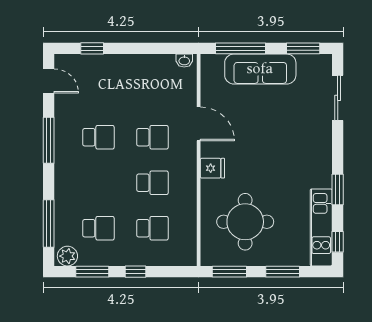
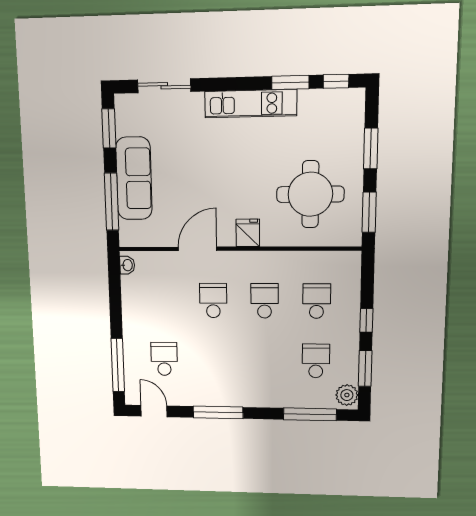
window: (92, 48) -> (118, 365), width x2.17
door: (49, 81) -> (154, 411), hinge flipped
school desk: (98, 137) -> (164, 359), moved
window: (338, 189) -> (290, 82), moved
kitchen unit: (321, 227) -> (251, 104), moved

